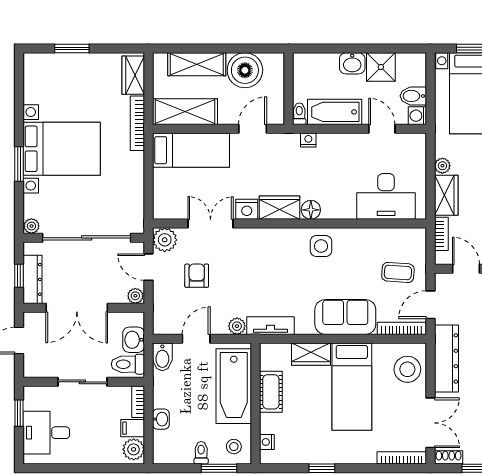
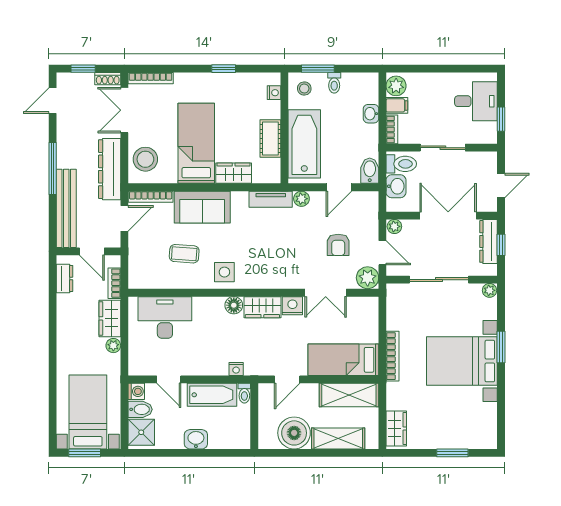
shower: (381, 67) -> (141, 432), moved
bookcase: (137, 123) -> (393, 356), moved
sliding door: (87, 238) -> (439, 280), width x0.73
coffee table: (398, 272) -> (184, 254), moved

